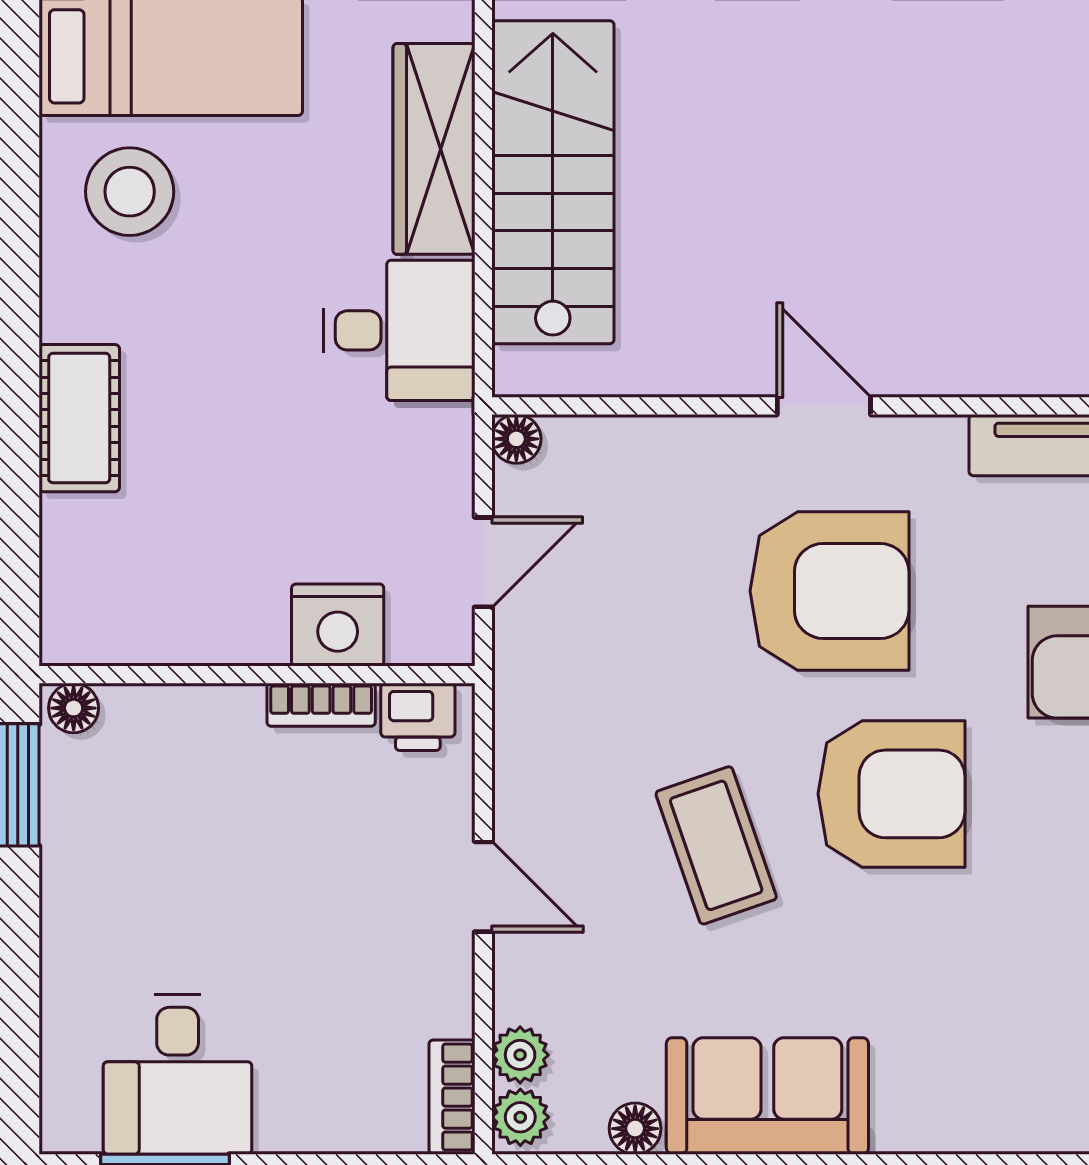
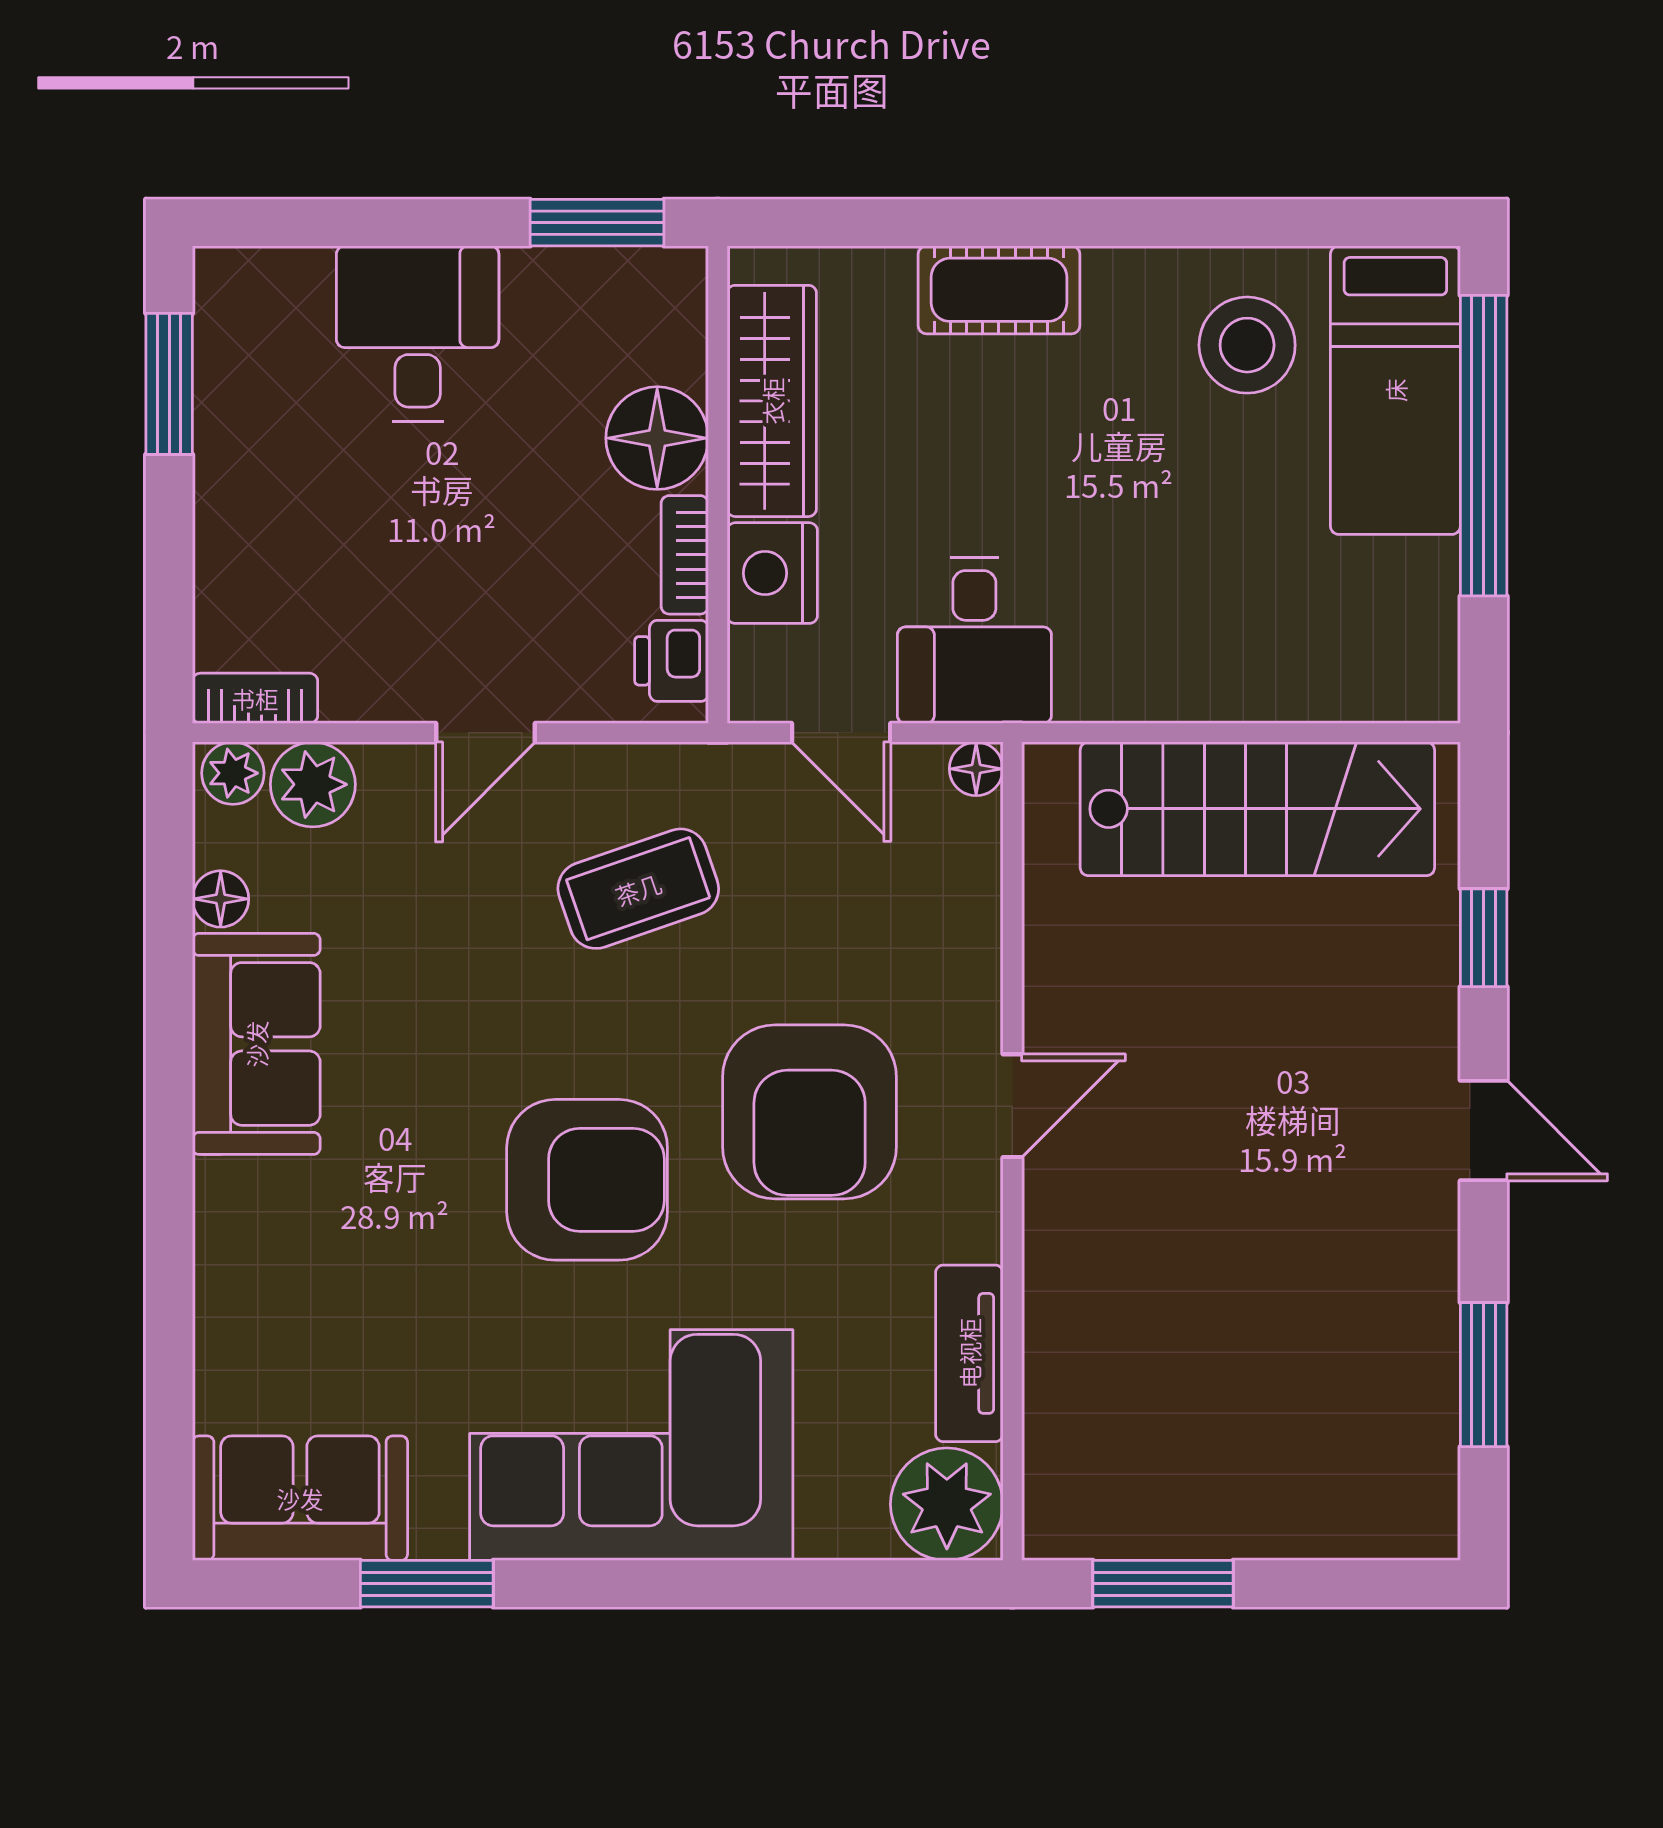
wardrobe: (434, 149) -> (772, 401), moved, turned 90
desk: (399, 330) -> (974, 640), moved
floor lamp: (74, 708) -> (657, 438), moved, width x1.89, depth x1.89
armchair: (891, 794) -> (587, 1180), turned -90
coffee table: (716, 845) -> (638, 889), moved
plant: (520, 1055) -> (313, 784), width x1.38, depth x1.38
desk: (178, 1074) -> (418, 333), moved, turned 90

